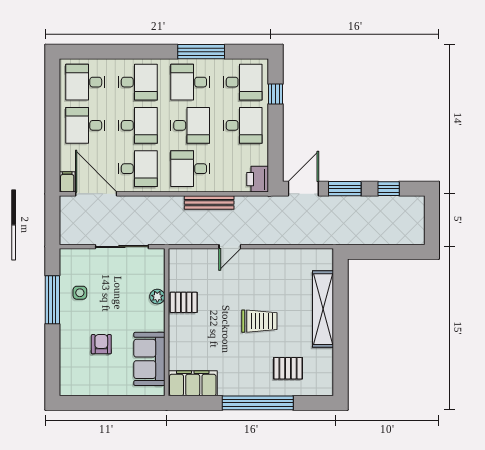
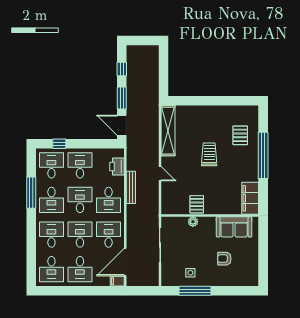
printer: (258, 179) -> (117, 167), moved, turned 90
shelving: (323, 309) -> (168, 131), moved, turned 90

